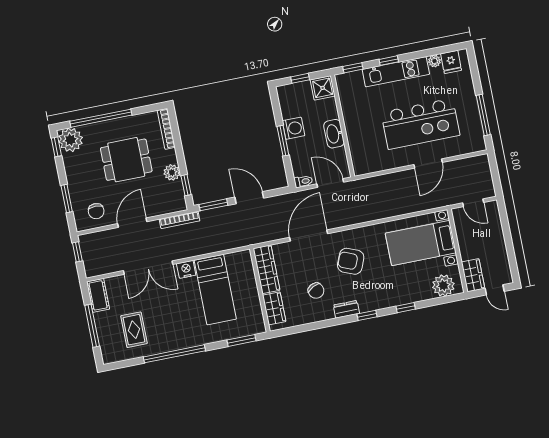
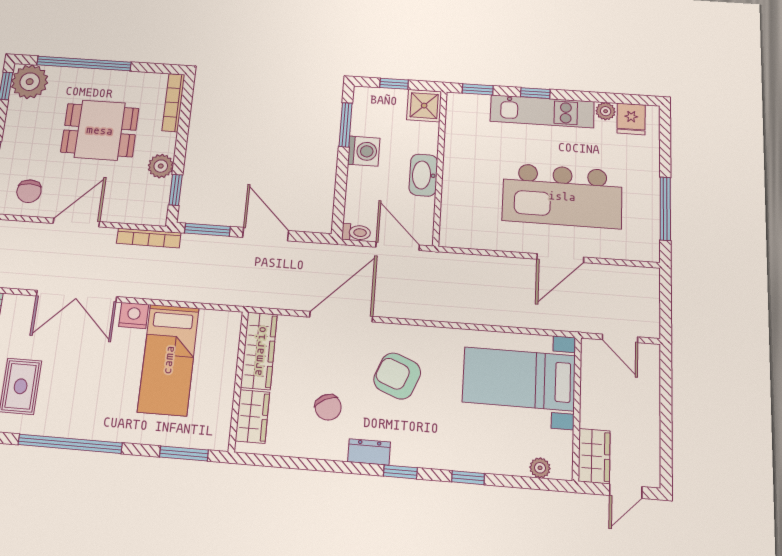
window: (283, 141) -> (346, 125), moved
plant: (443, 285) -> (540, 468), width x0.53, depth x0.53
door: (495, 290) -> (626, 491), hinge flipped

